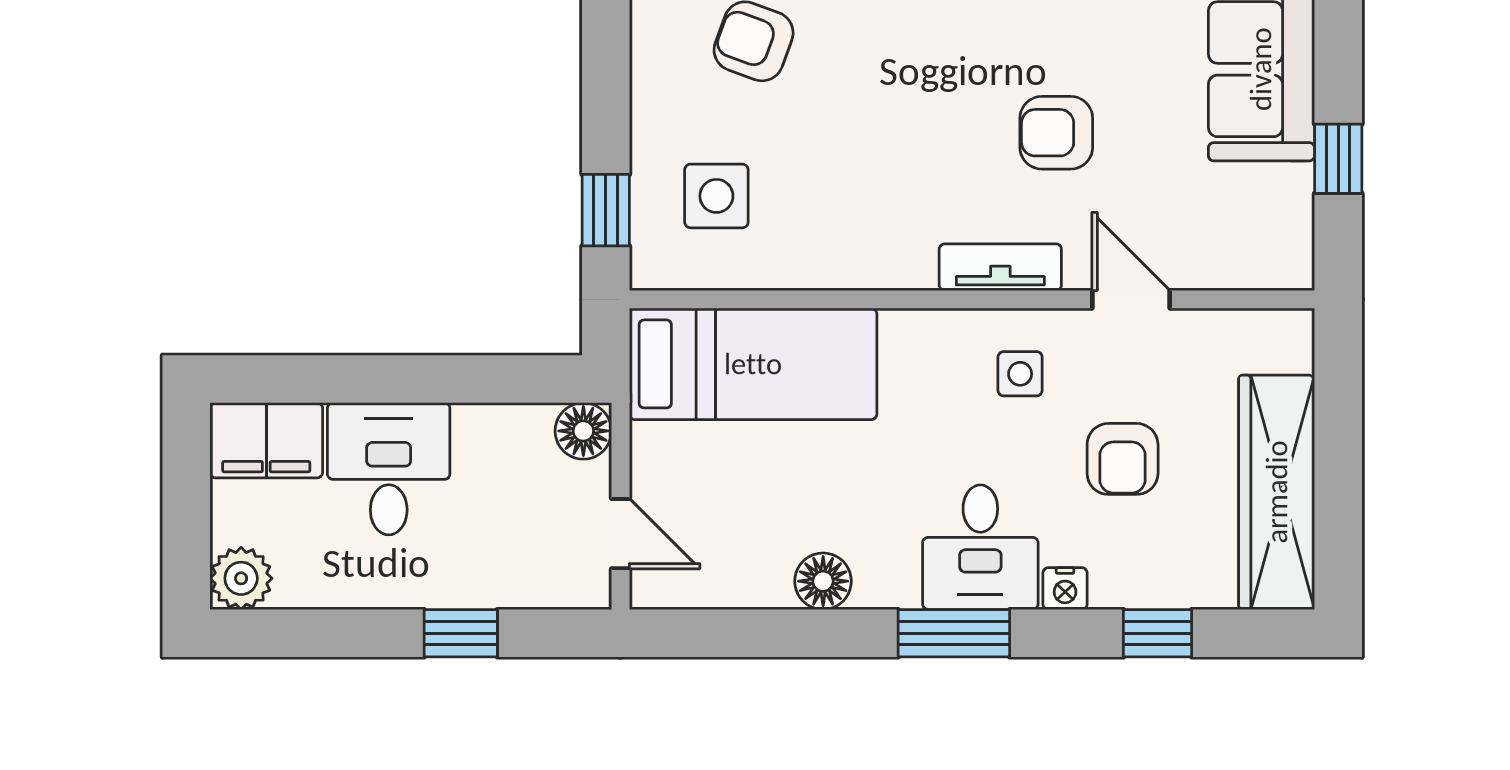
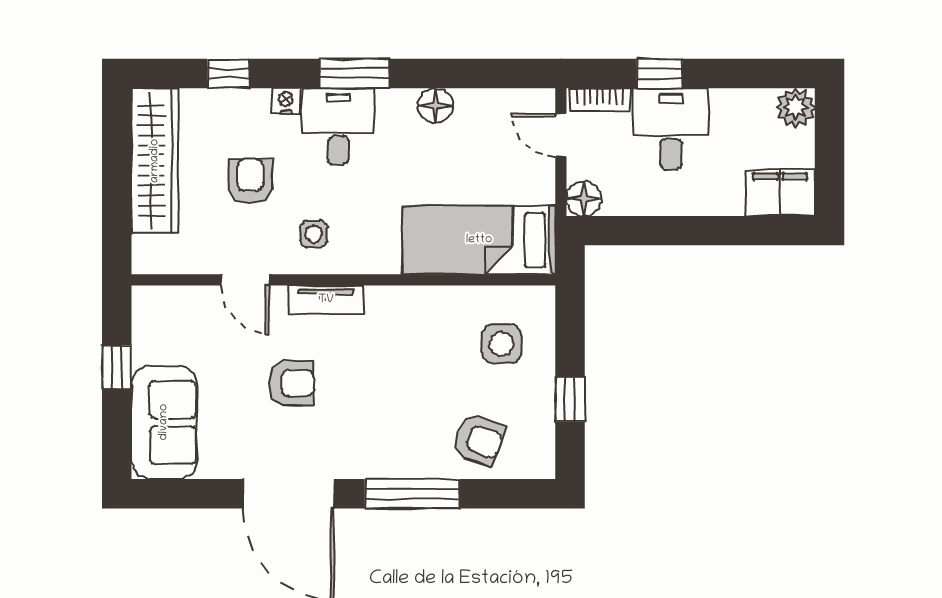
window: (606, 210) -> (570, 399), moved
desk: (389, 469) -> (671, 129), moved, turned 180
bookcase: (557, 590) -> (600, 100), added

